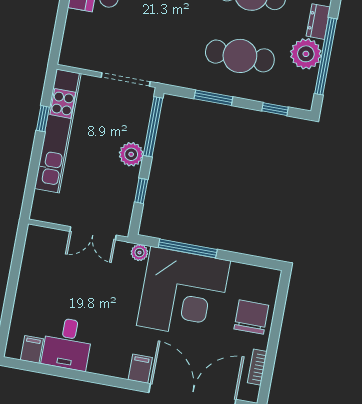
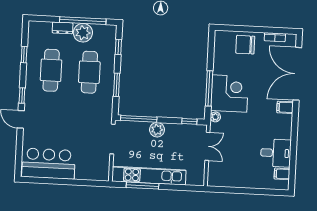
window: (43, 119) -> (143, 186), width x2.17
window: (141, 191) -> (189, 121), moved
corner desk: (183, 293) -> (229, 93), width x0.74, depth x0.74

